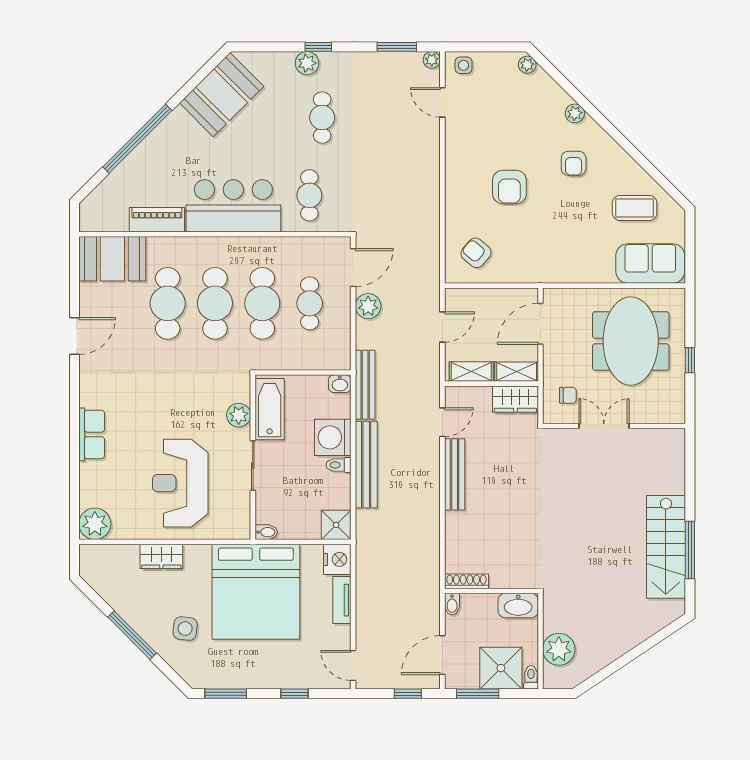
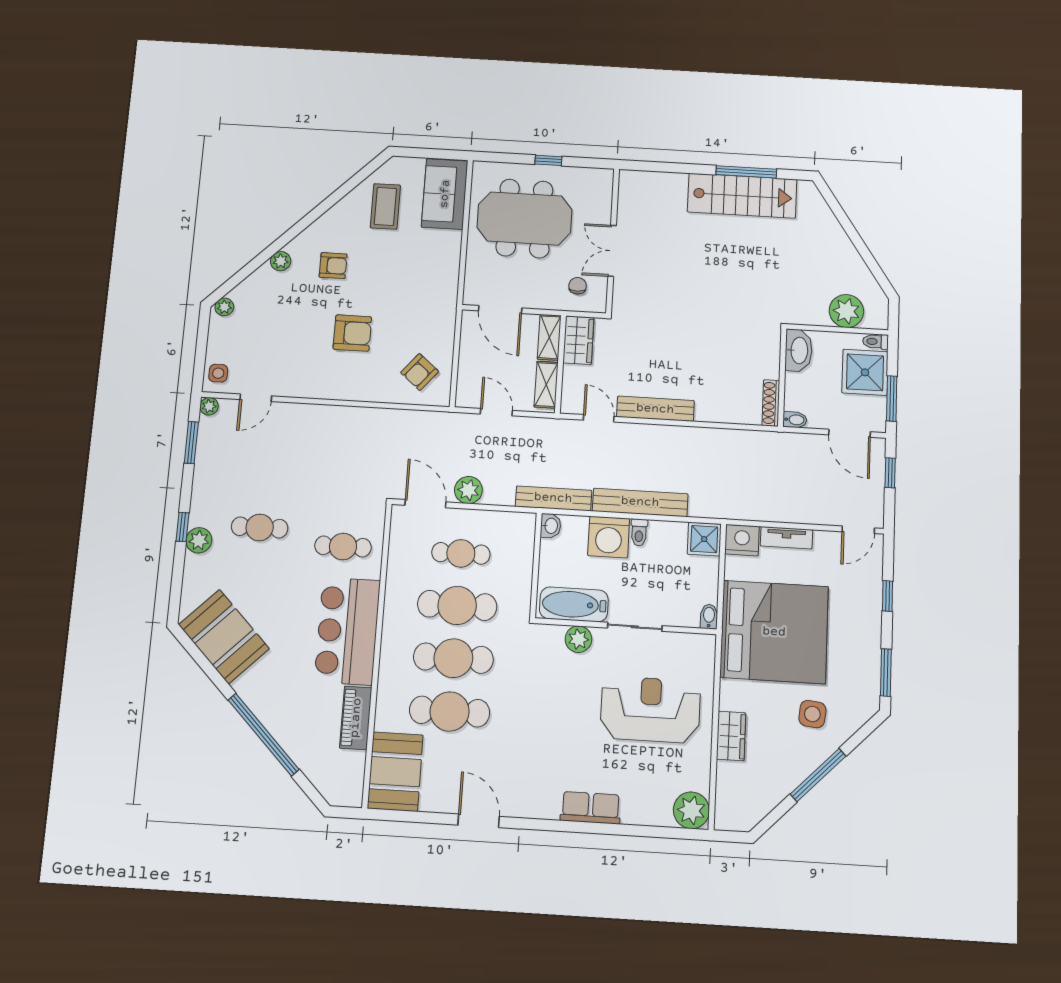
reception desk: (180, 483) -> (650, 710), turned 180

